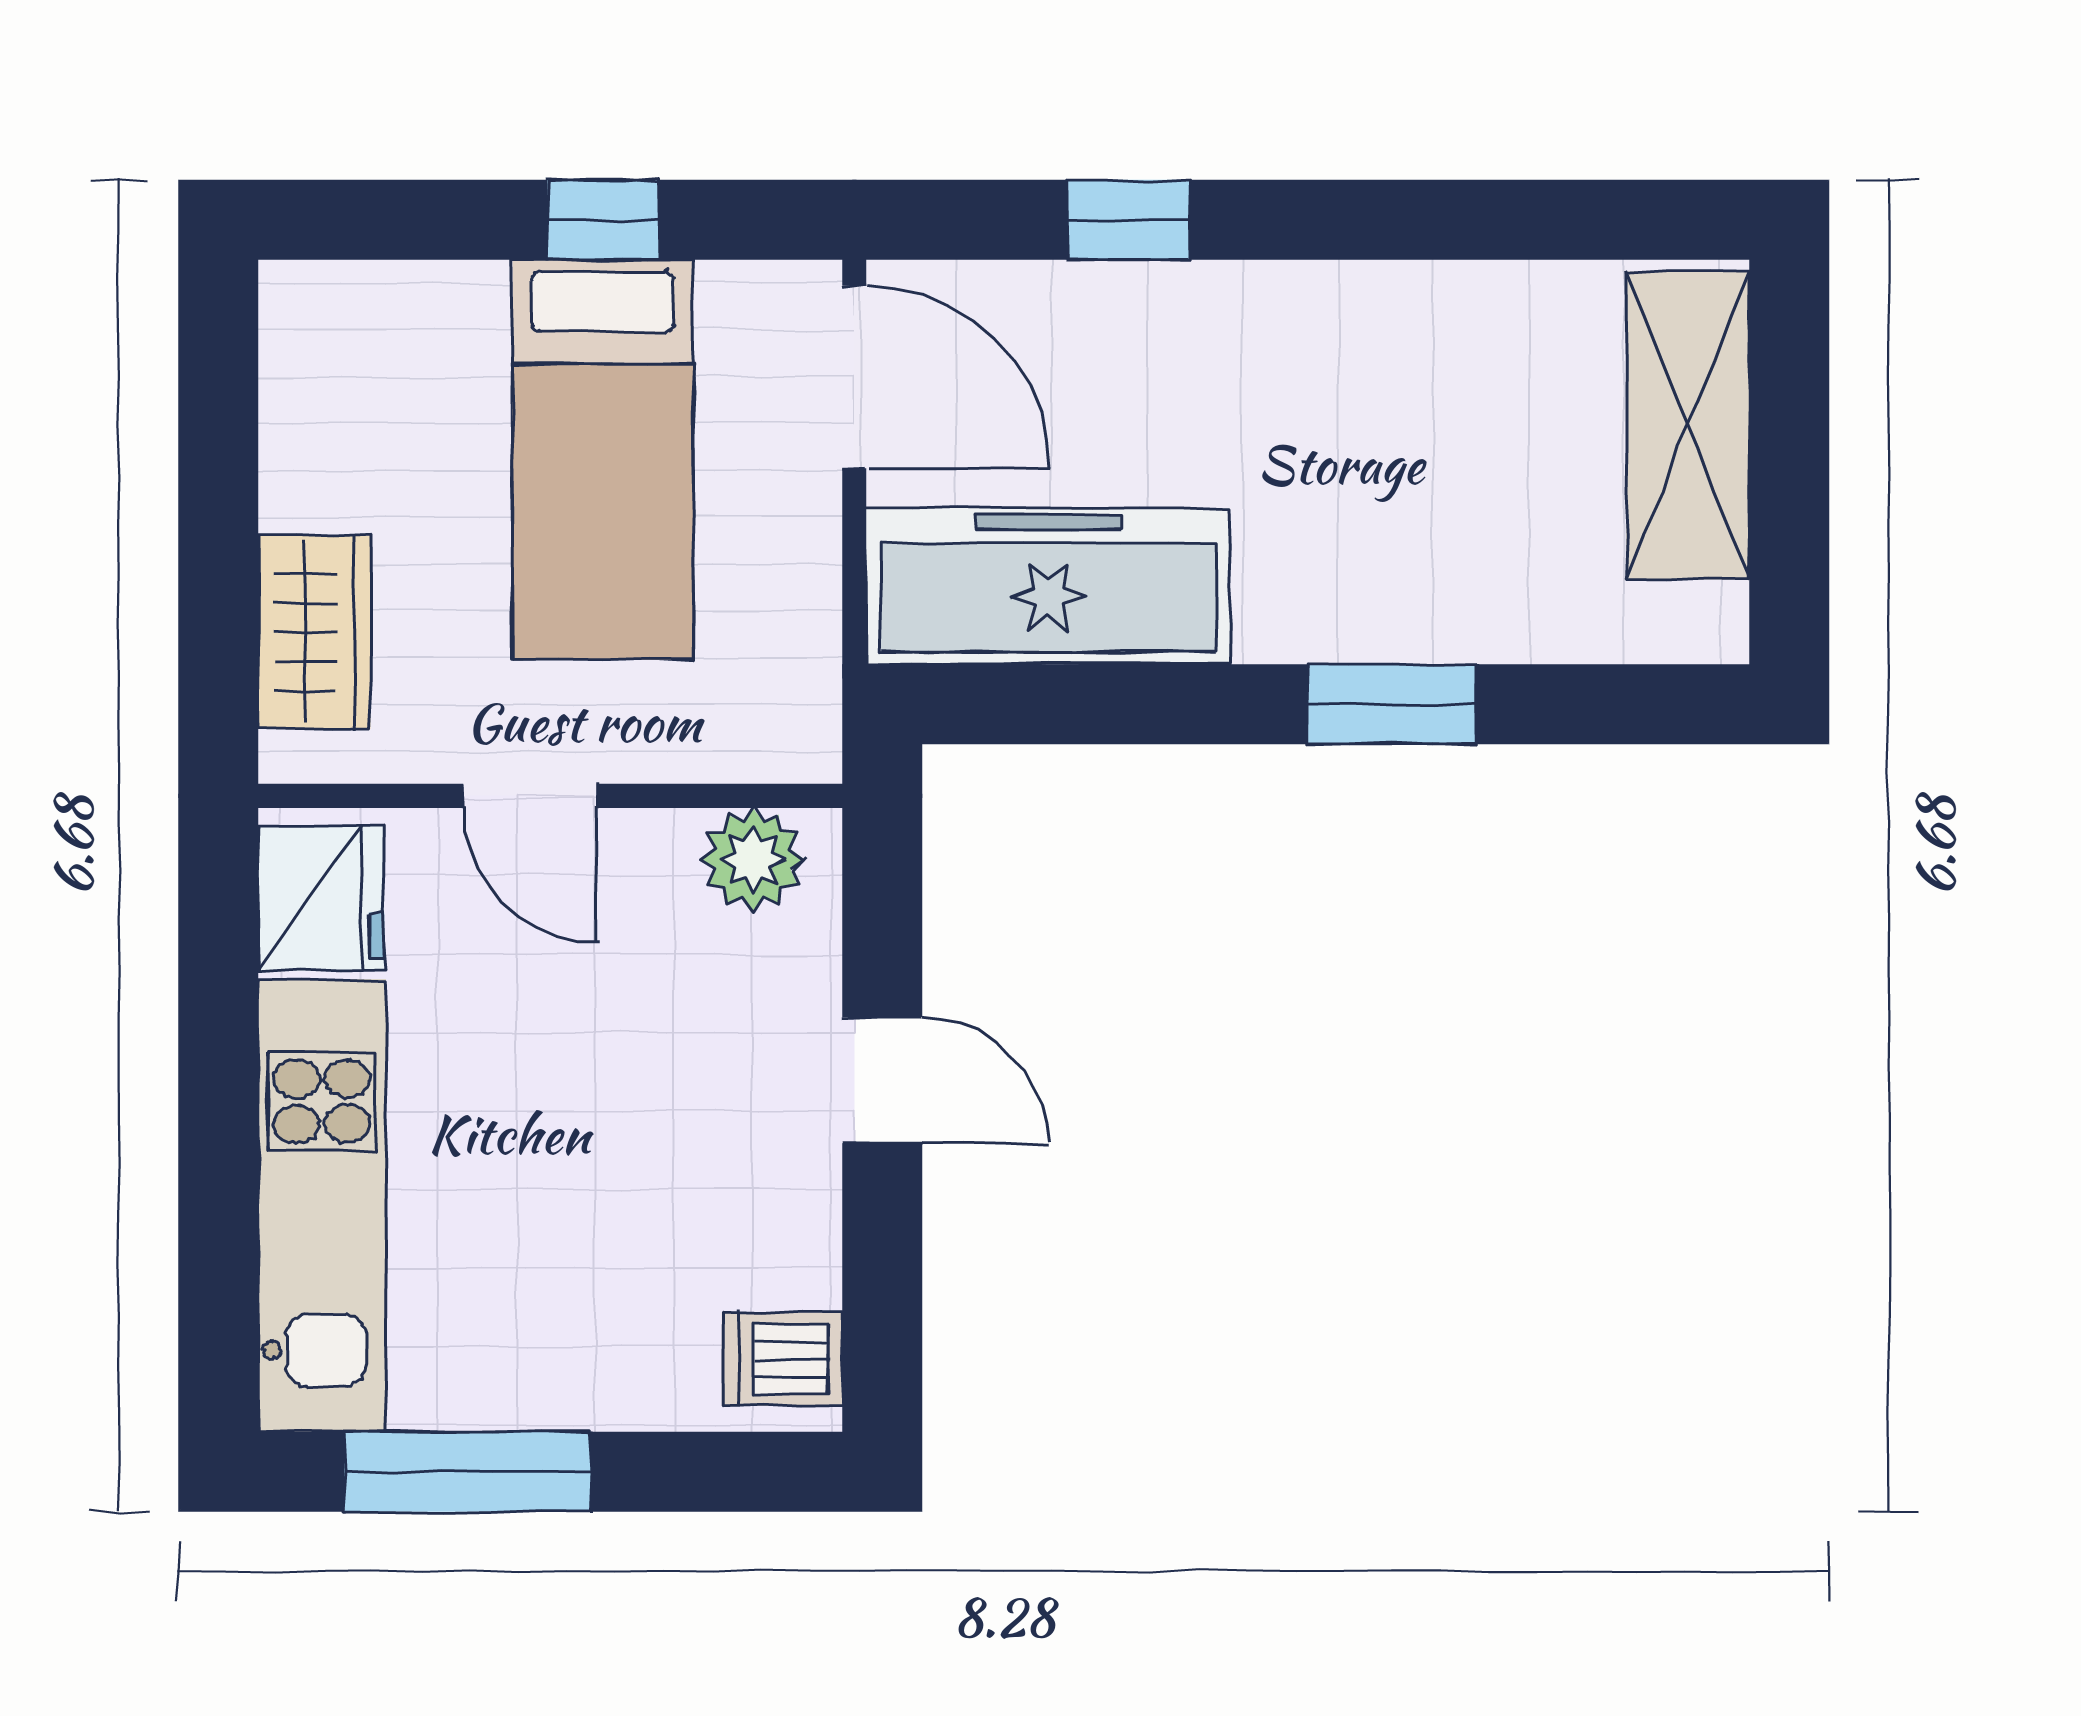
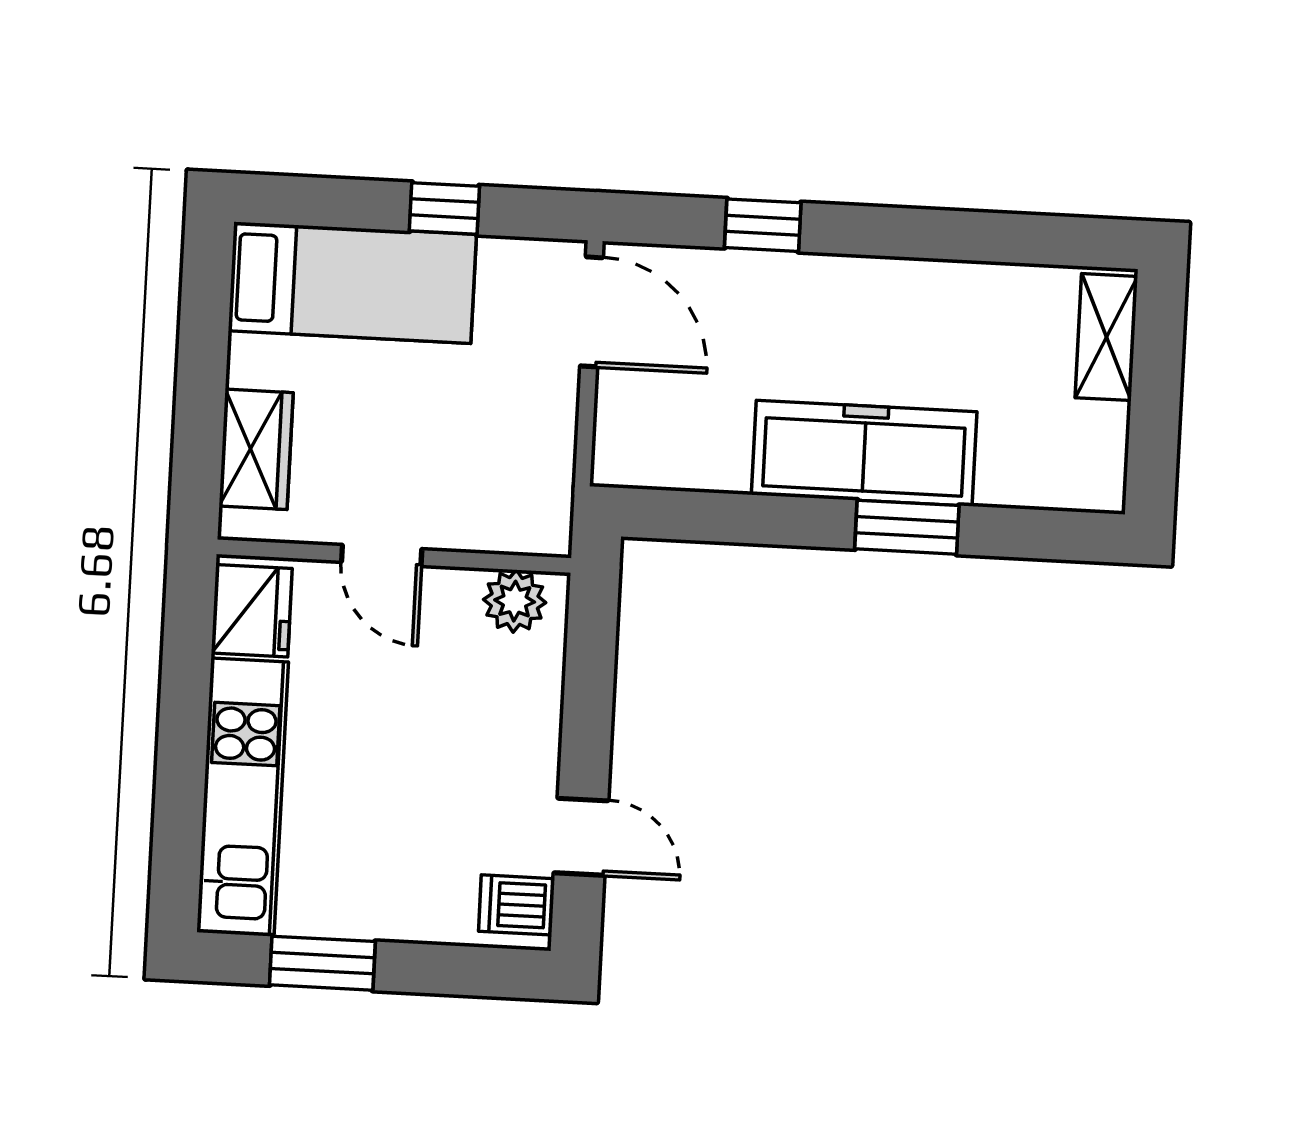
shelving: (1688, 426) -> (1106, 337), width x0.67, depth x0.75
bed: (603, 460) -> (352, 283), moved, turned -90
freezer: (1048, 586) -> (864, 453), moved
door: (882, 1080) -> (581, 837), moved
window: (468, 1472) -> (322, 963), width x0.69

